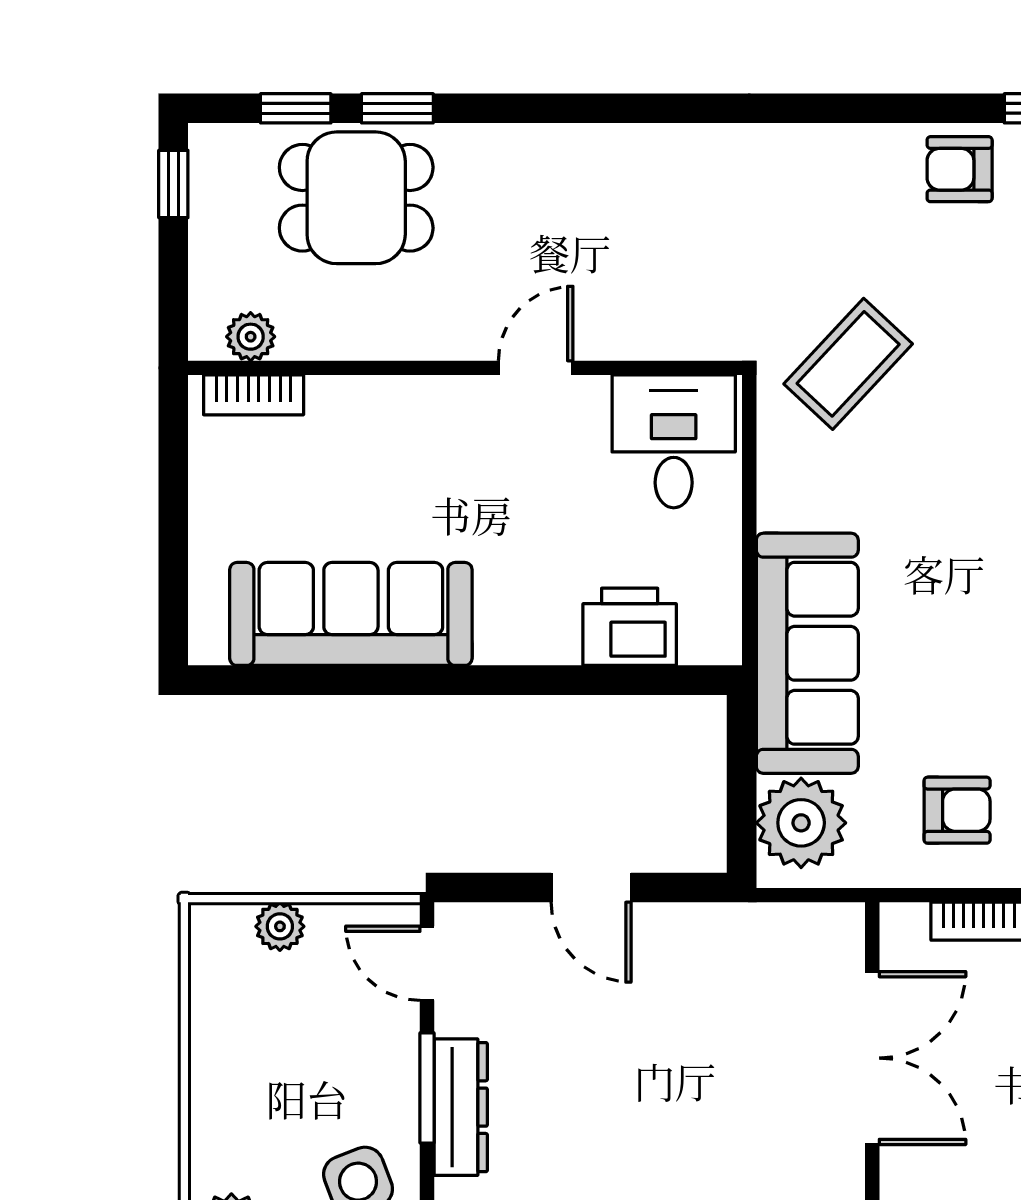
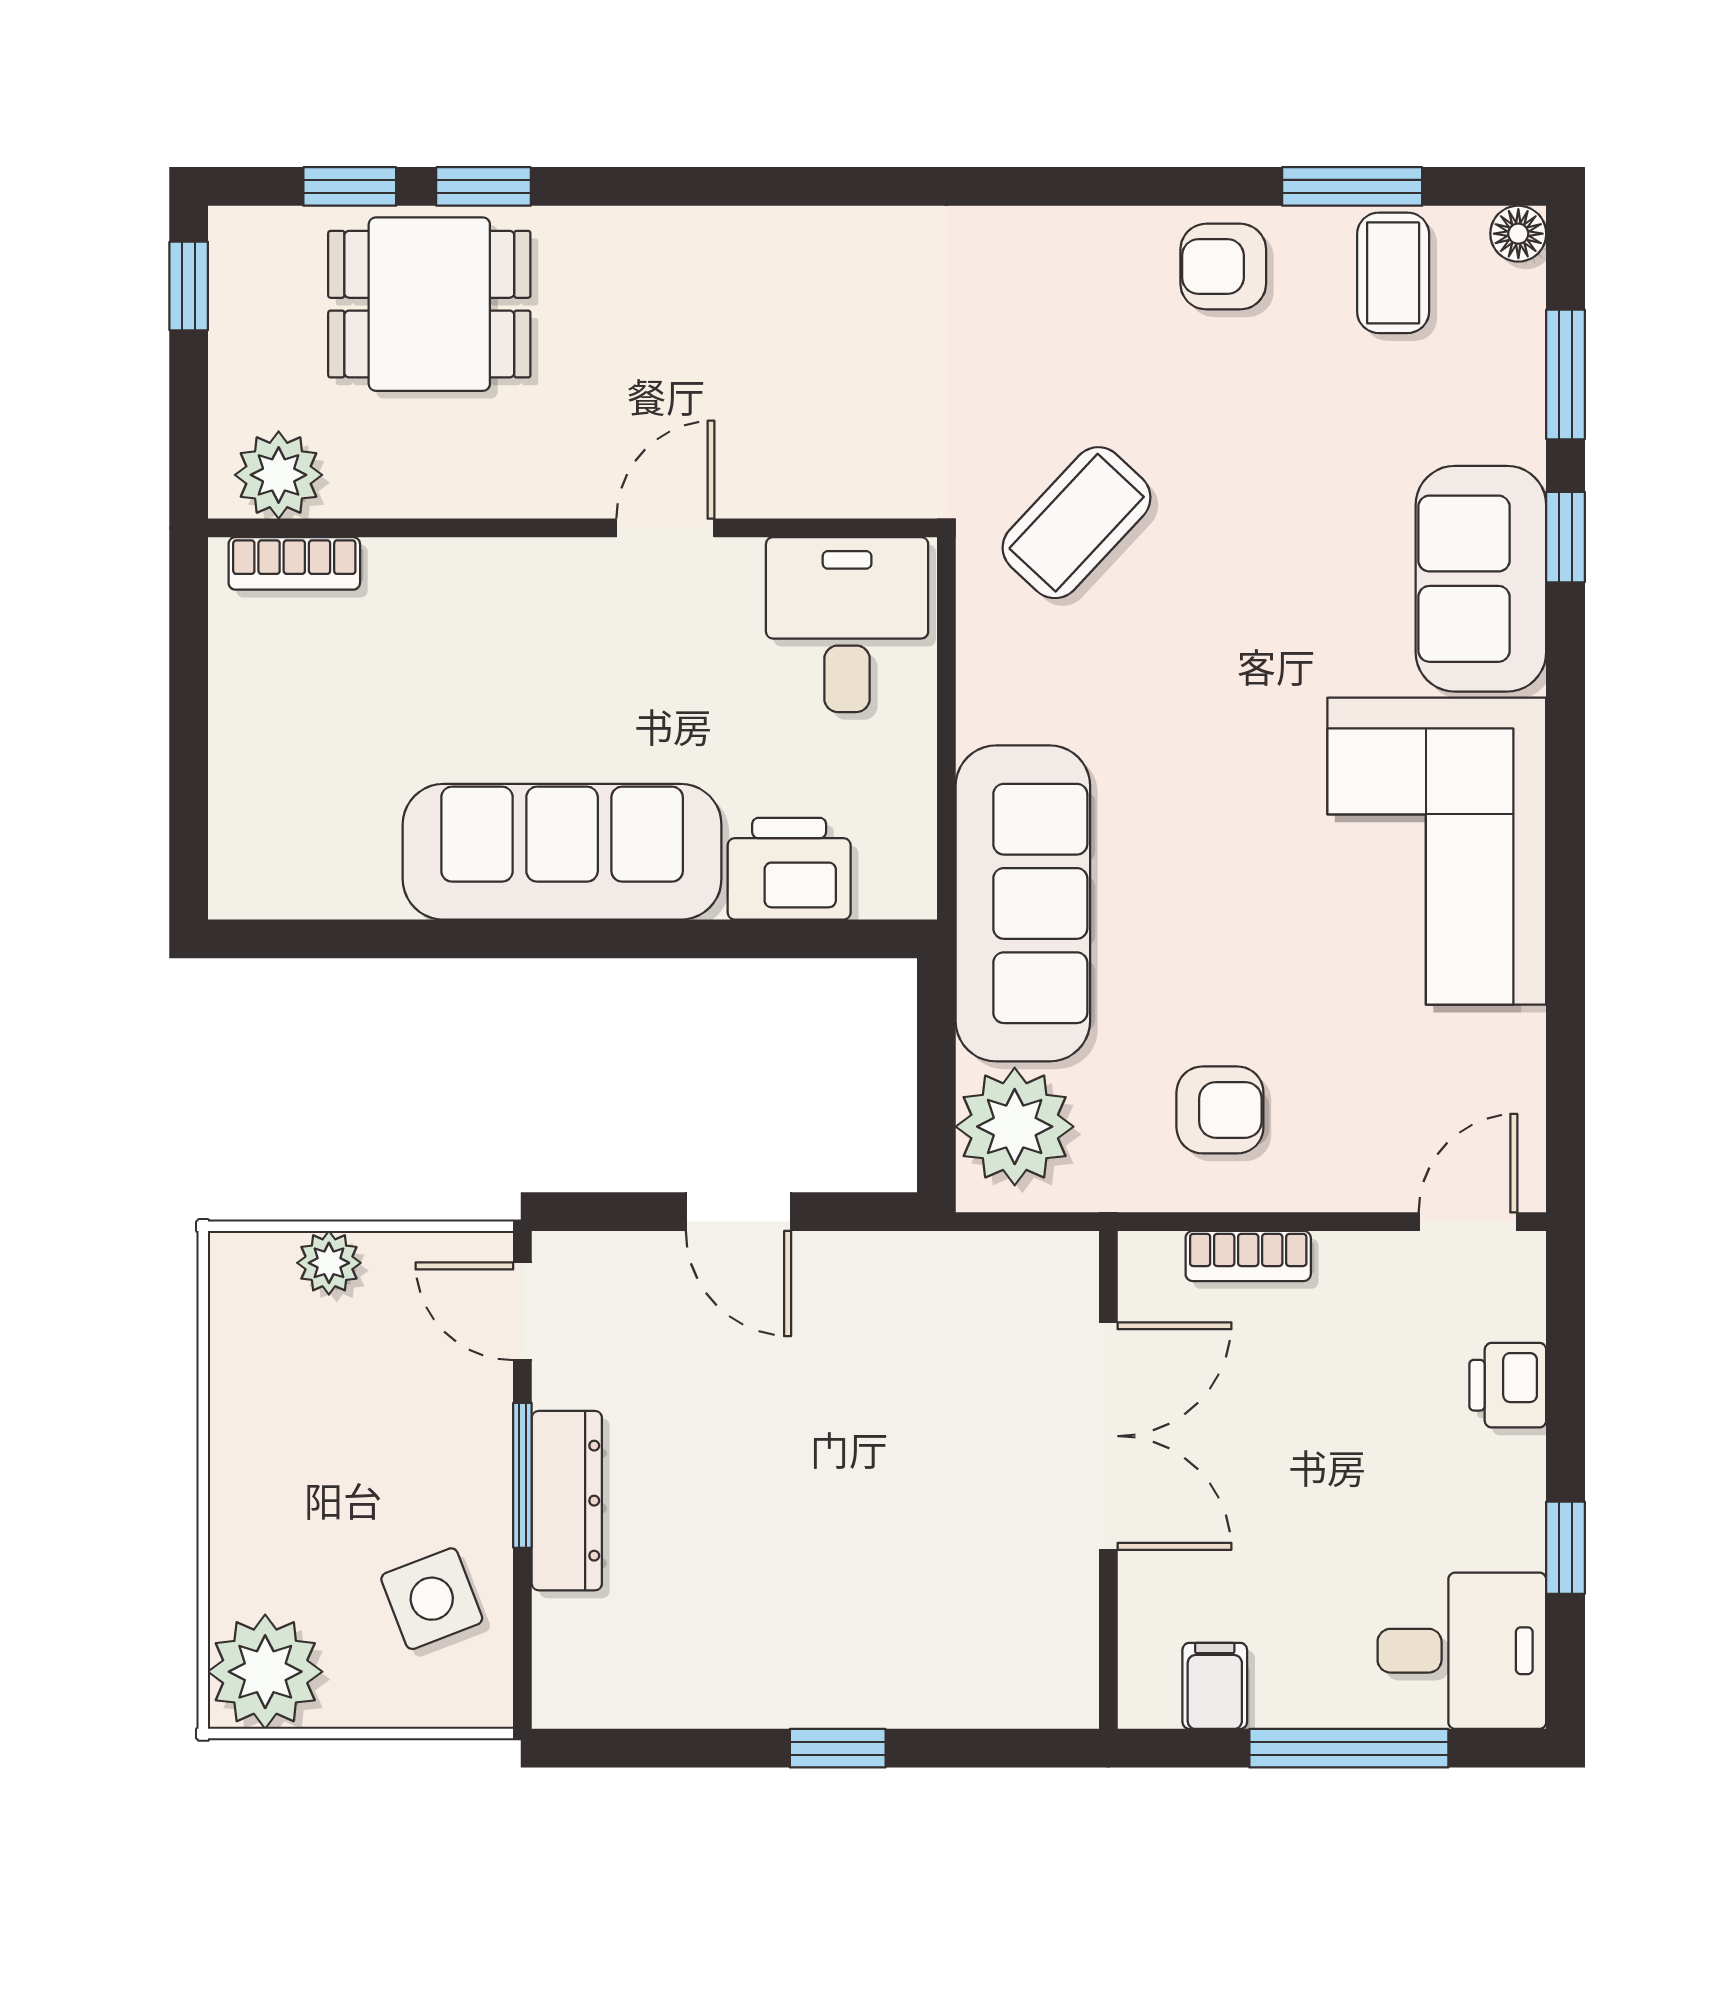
plant: (251, 337) -> (279, 475), width x1.38, depth x1.38
sofa: (351, 614) -> (562, 852), moved

